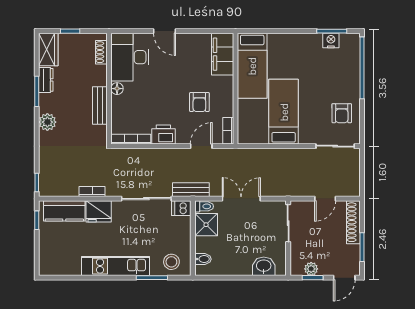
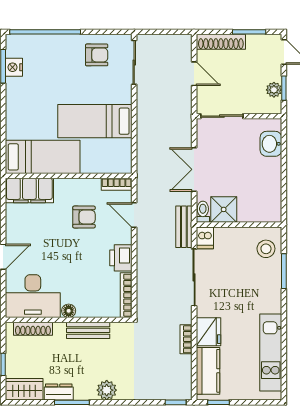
shoe rack: (101, 52) -> (33, 329), width x1.43
bidet: (203, 259) -> (263, 213), removed
kitchen unit: (116, 266) -> (271, 352), moved

